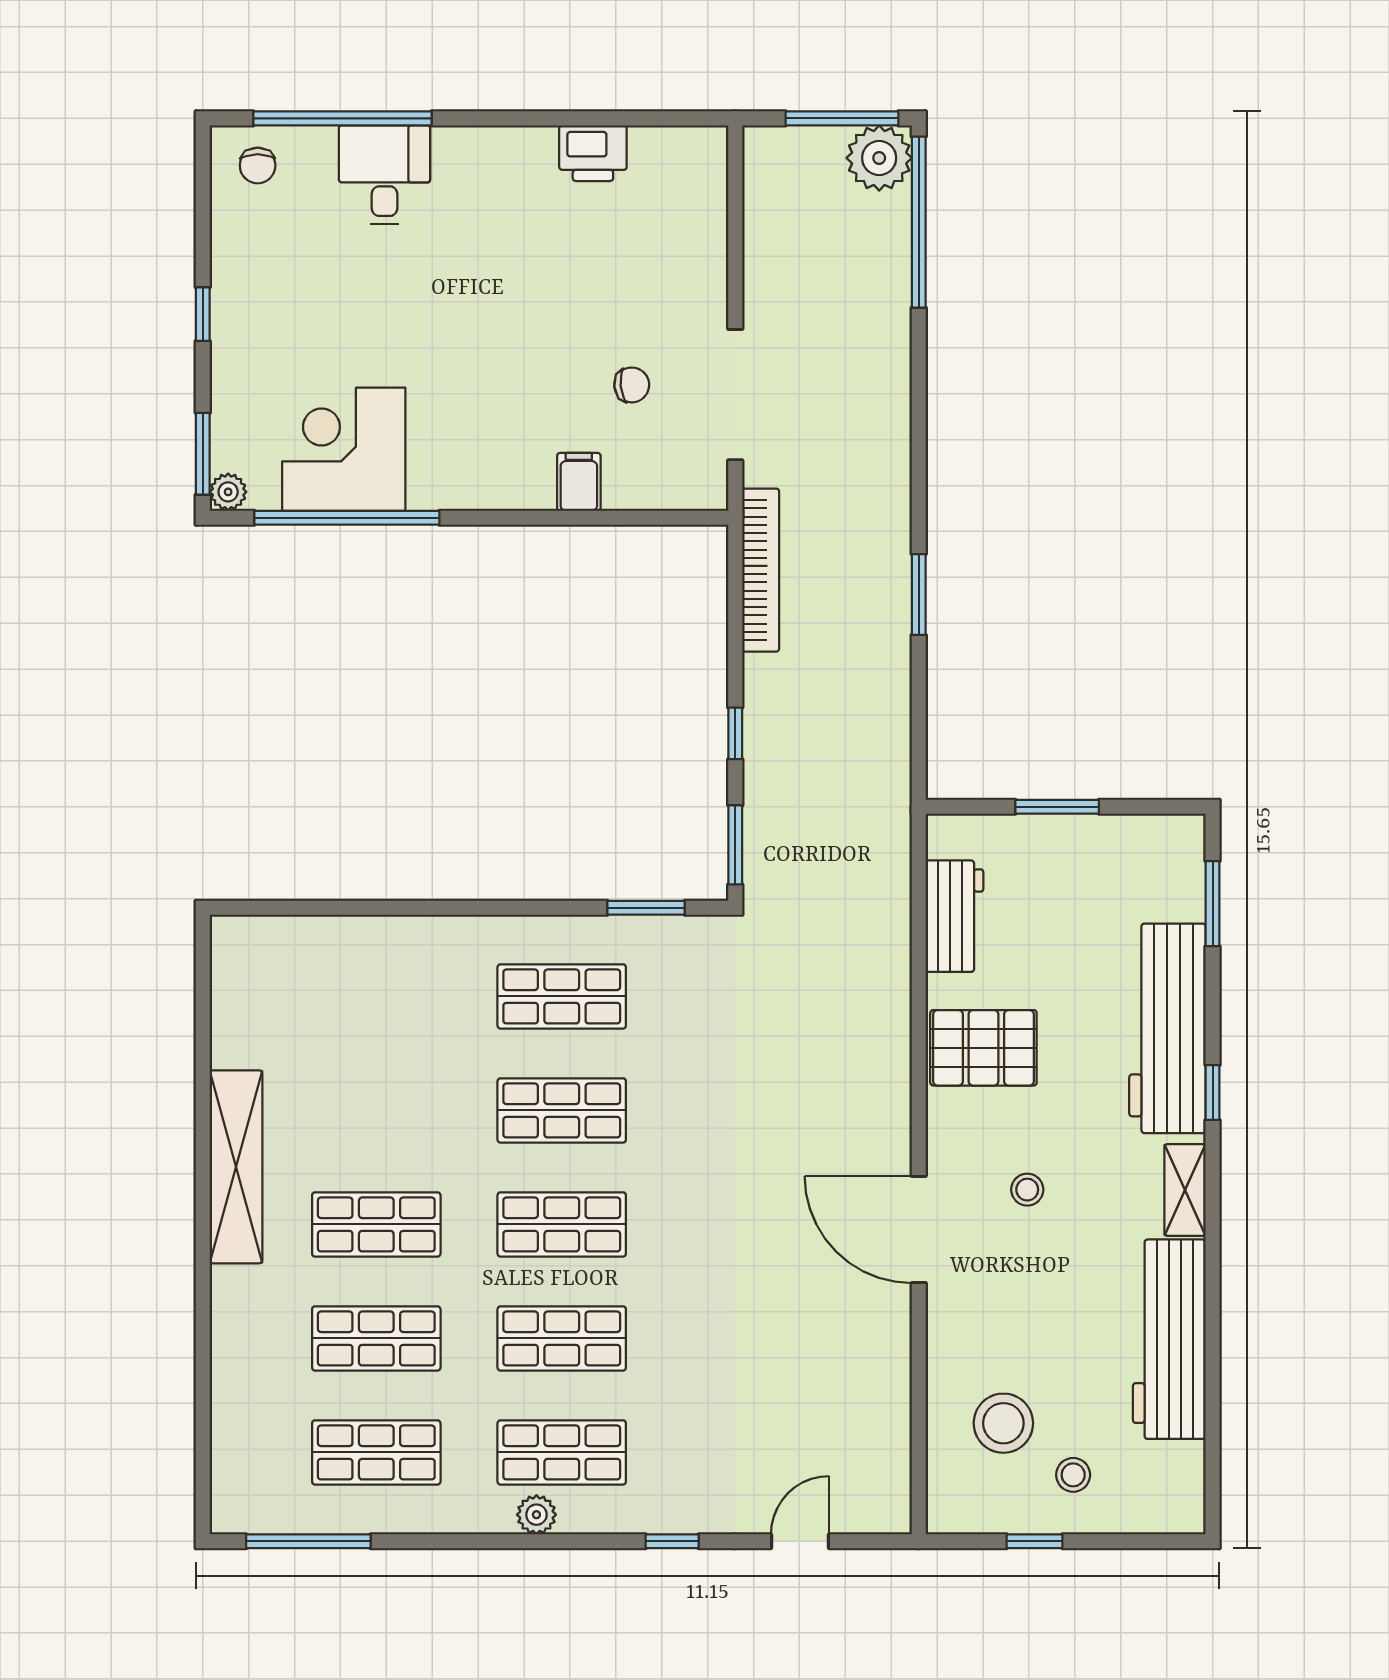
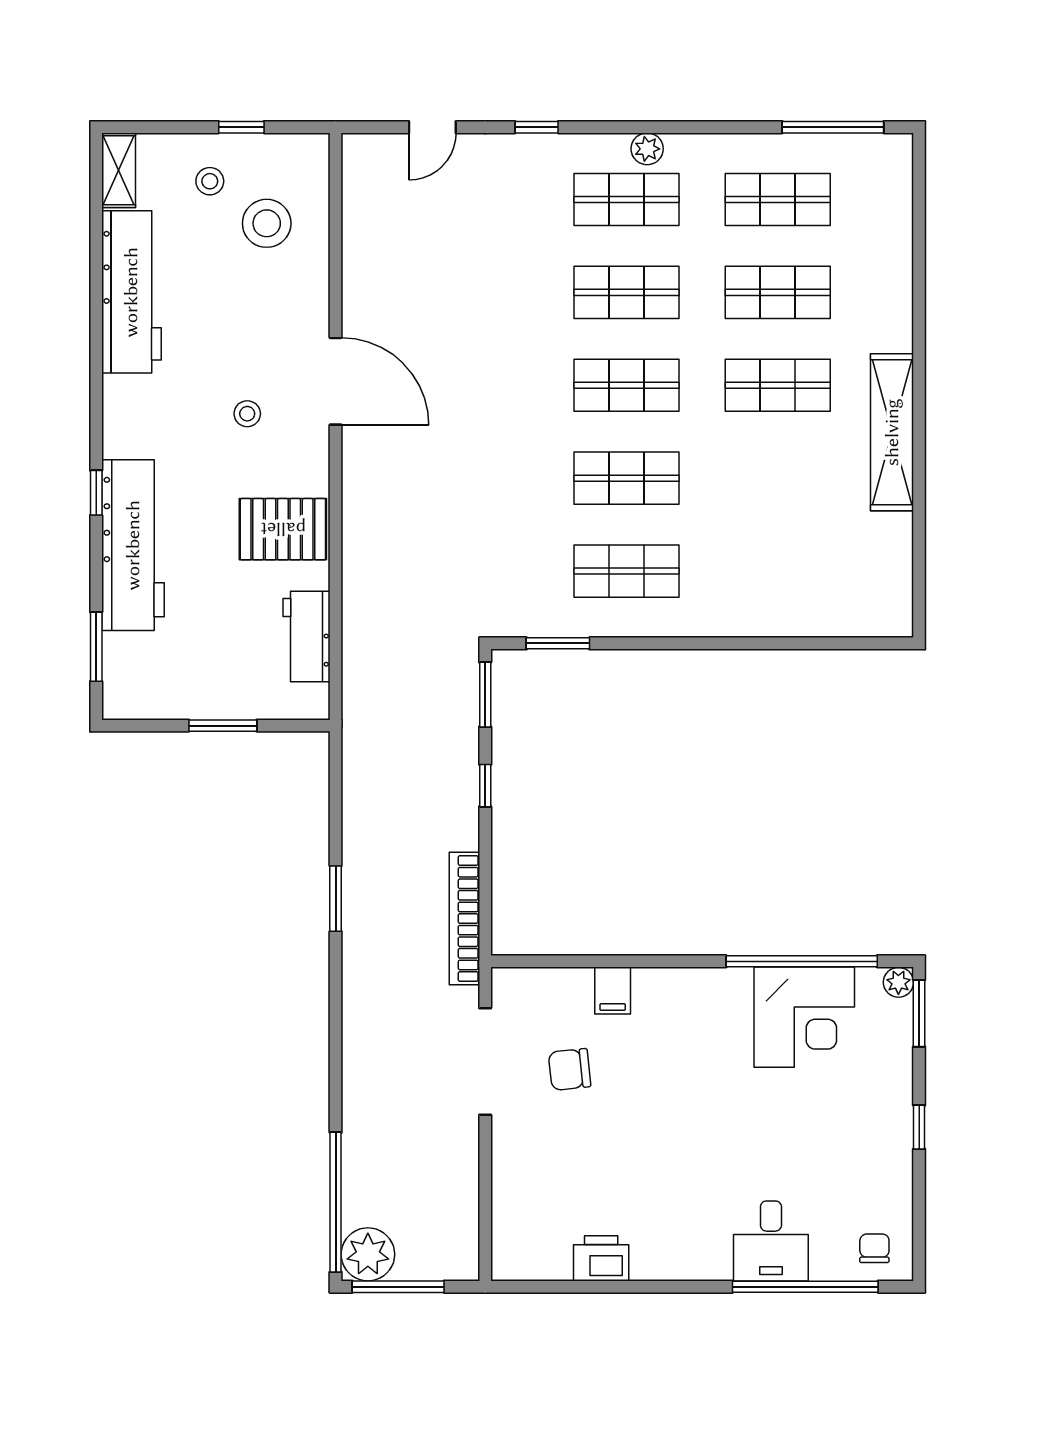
chair: (632, 385) -> (570, 1069), width x1.37, depth x1.37
shelving: (1185, 1190) -> (119, 170), moved

